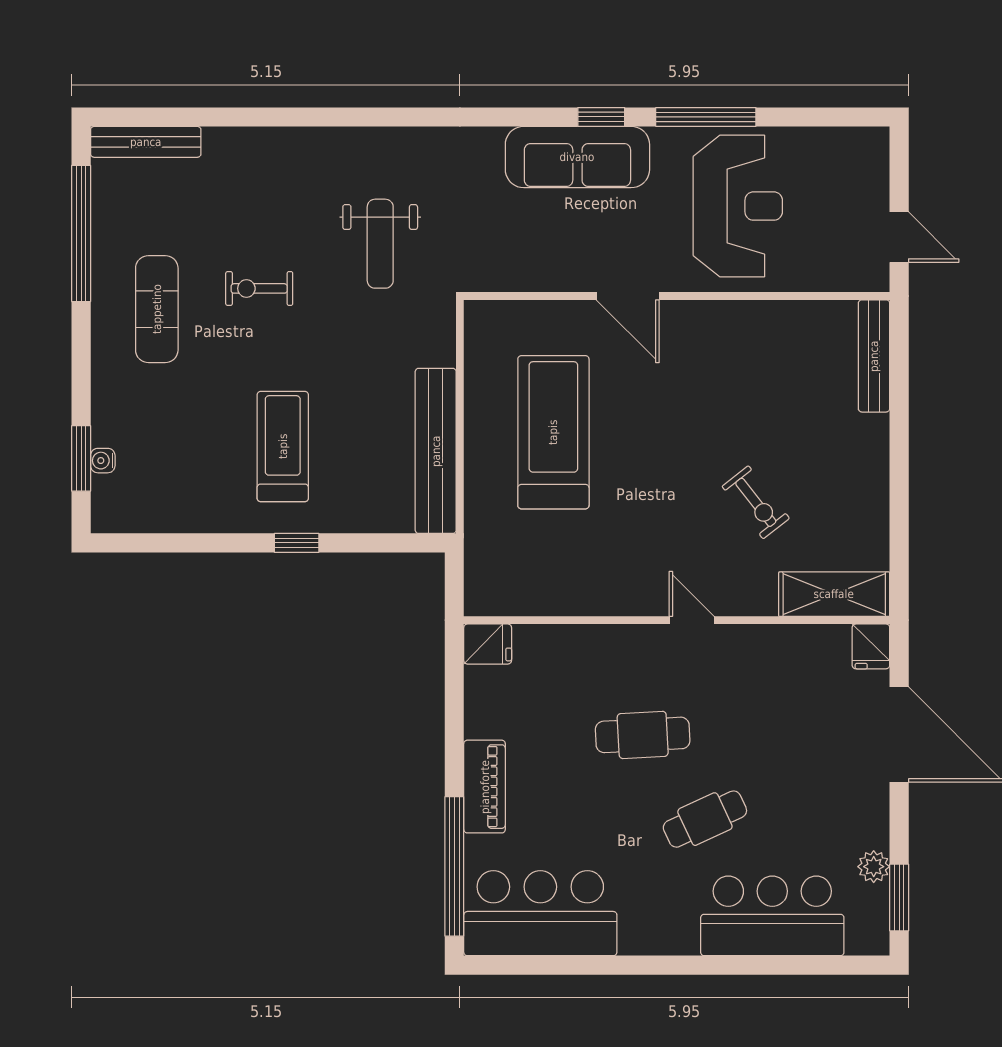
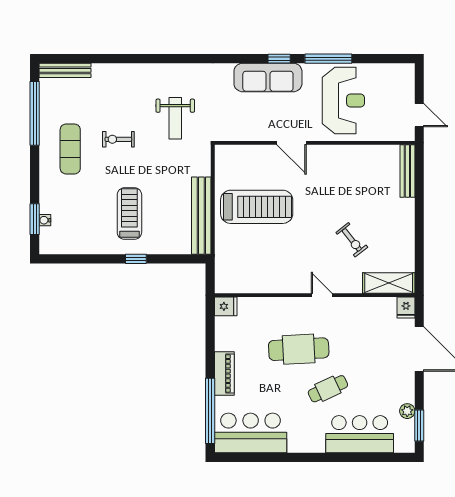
treadmill: (553, 432) -> (257, 207), turned 90
cafe table: (643, 735) -> (299, 349), width x1.37, depth x1.35

